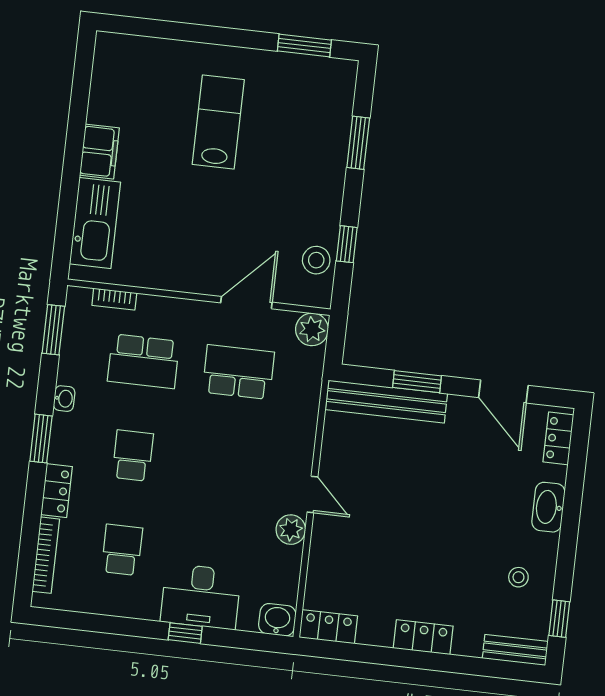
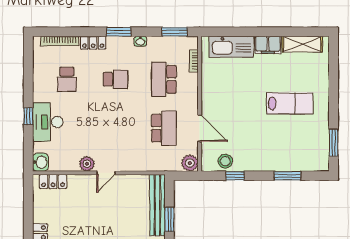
shelving: (106, 84) -> (302, 44), added
school desk: (122, 550) -> (67, 79), turned 90
locker: (328, 627) -> (53, 181), moved, turned 90

